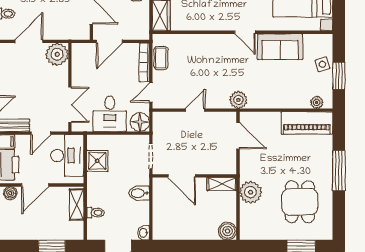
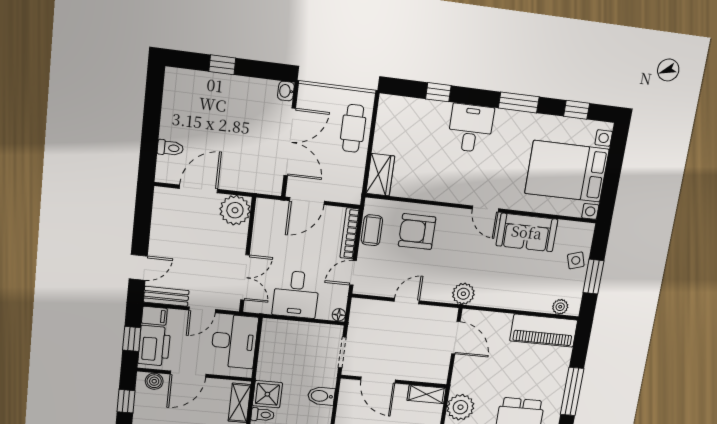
armchair: (195, 55) -> (417, 232), added
floor lamp: (140, 122) -> (339, 315), width x0.53, depth x0.53
shower: (97, 161) -> (267, 394), moved

